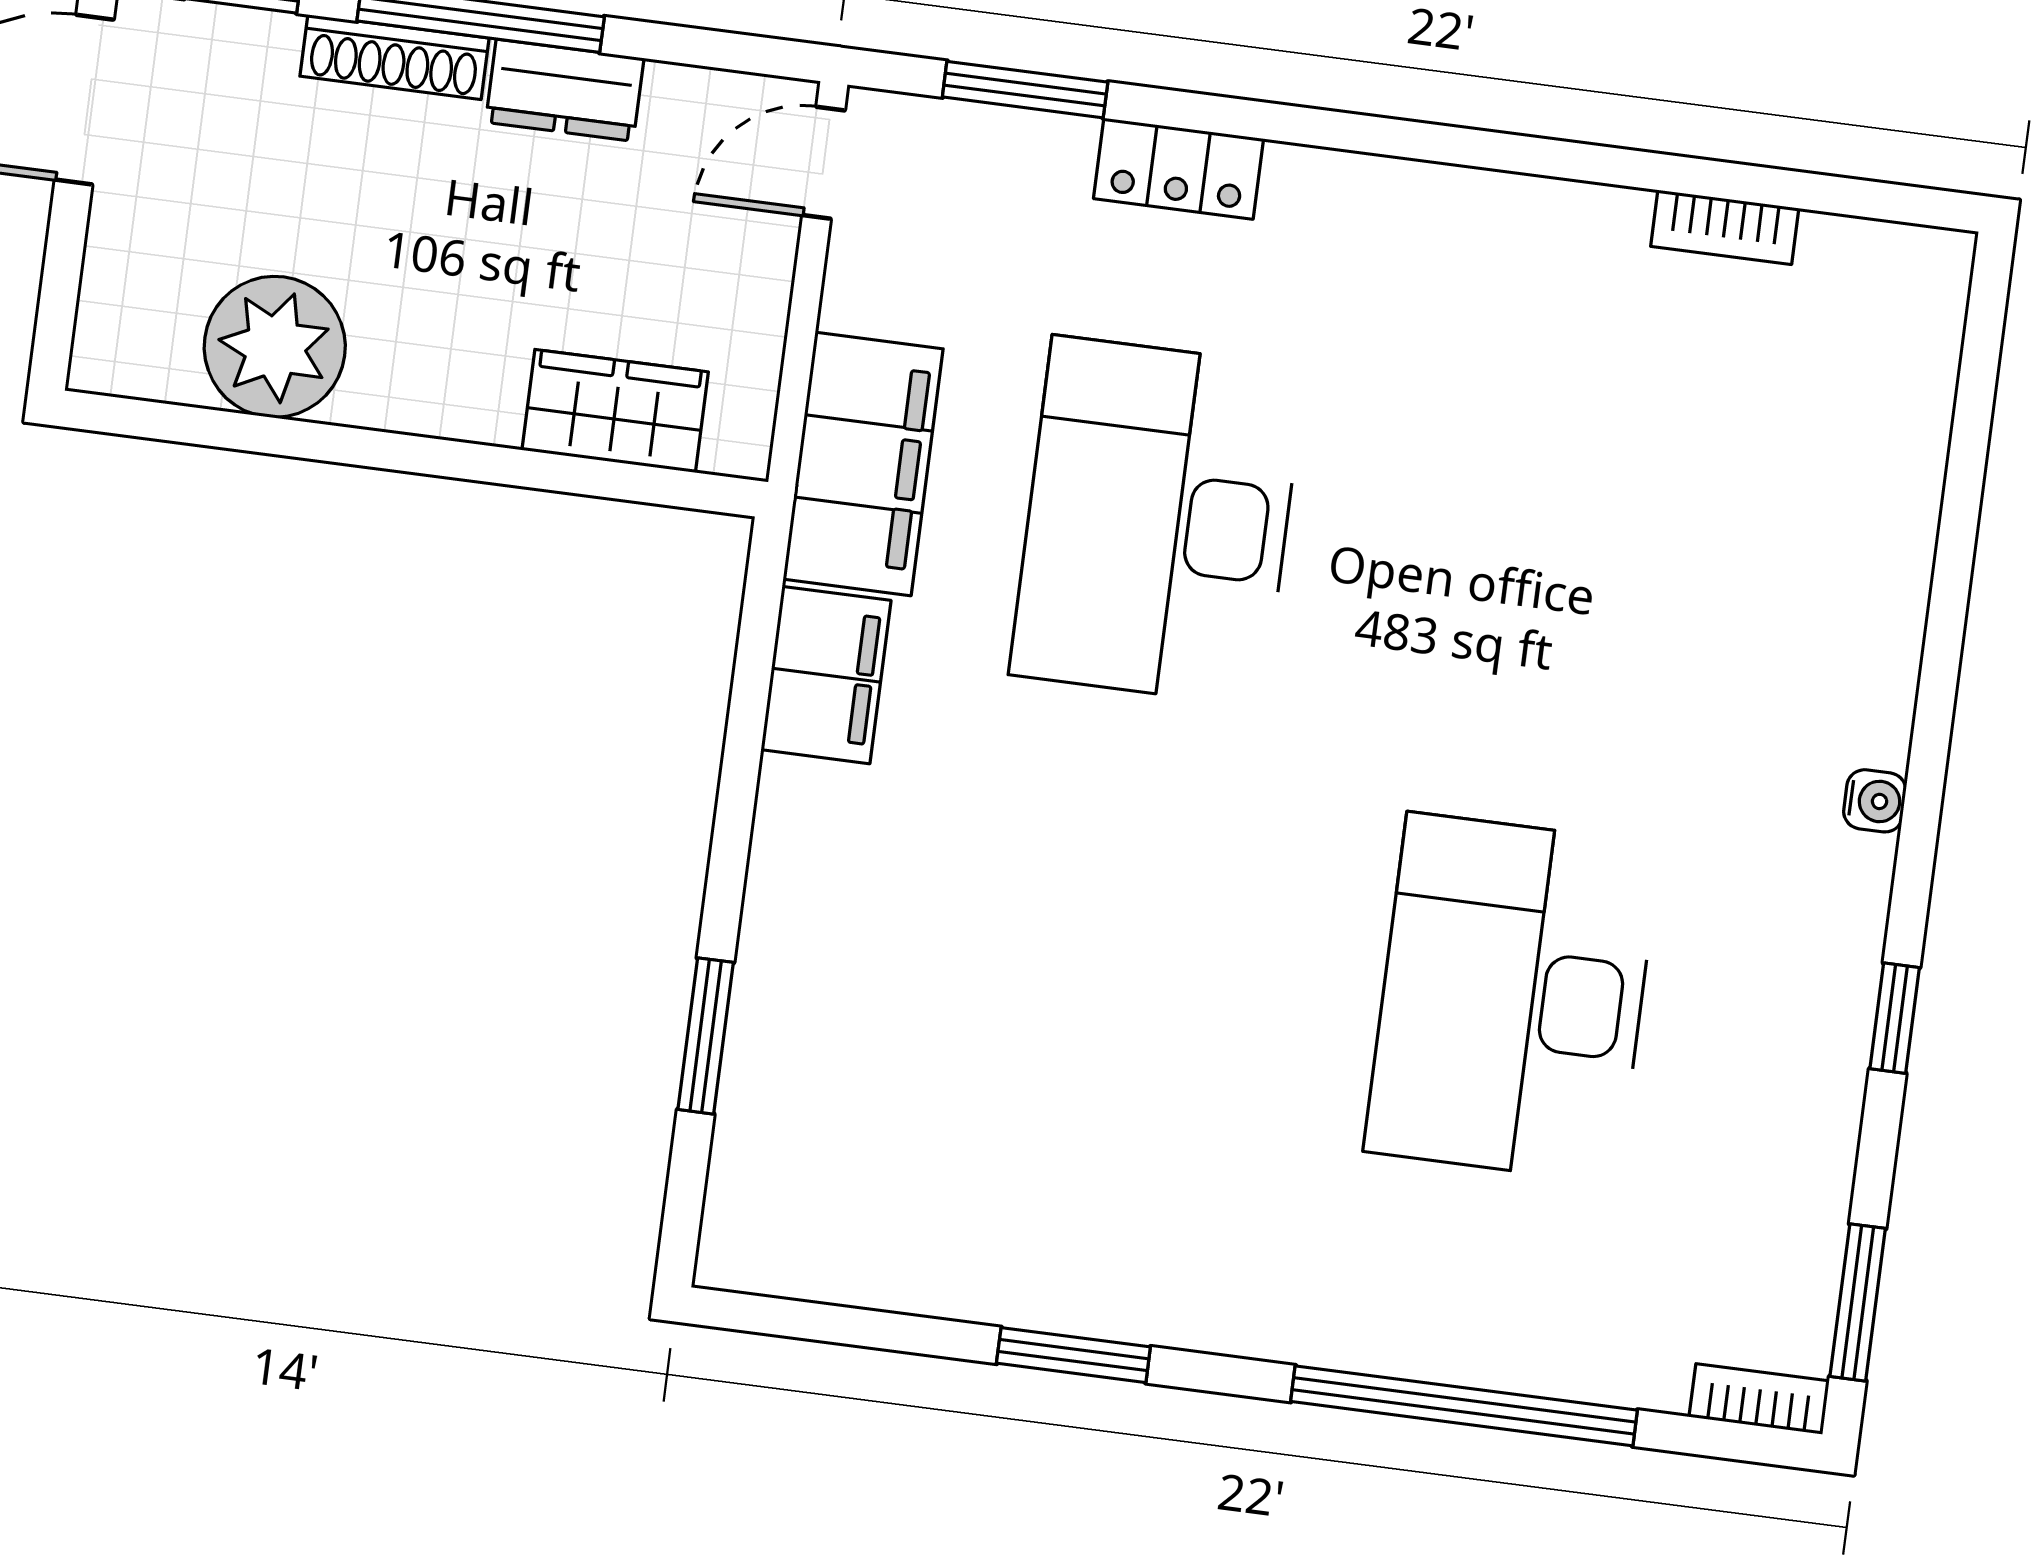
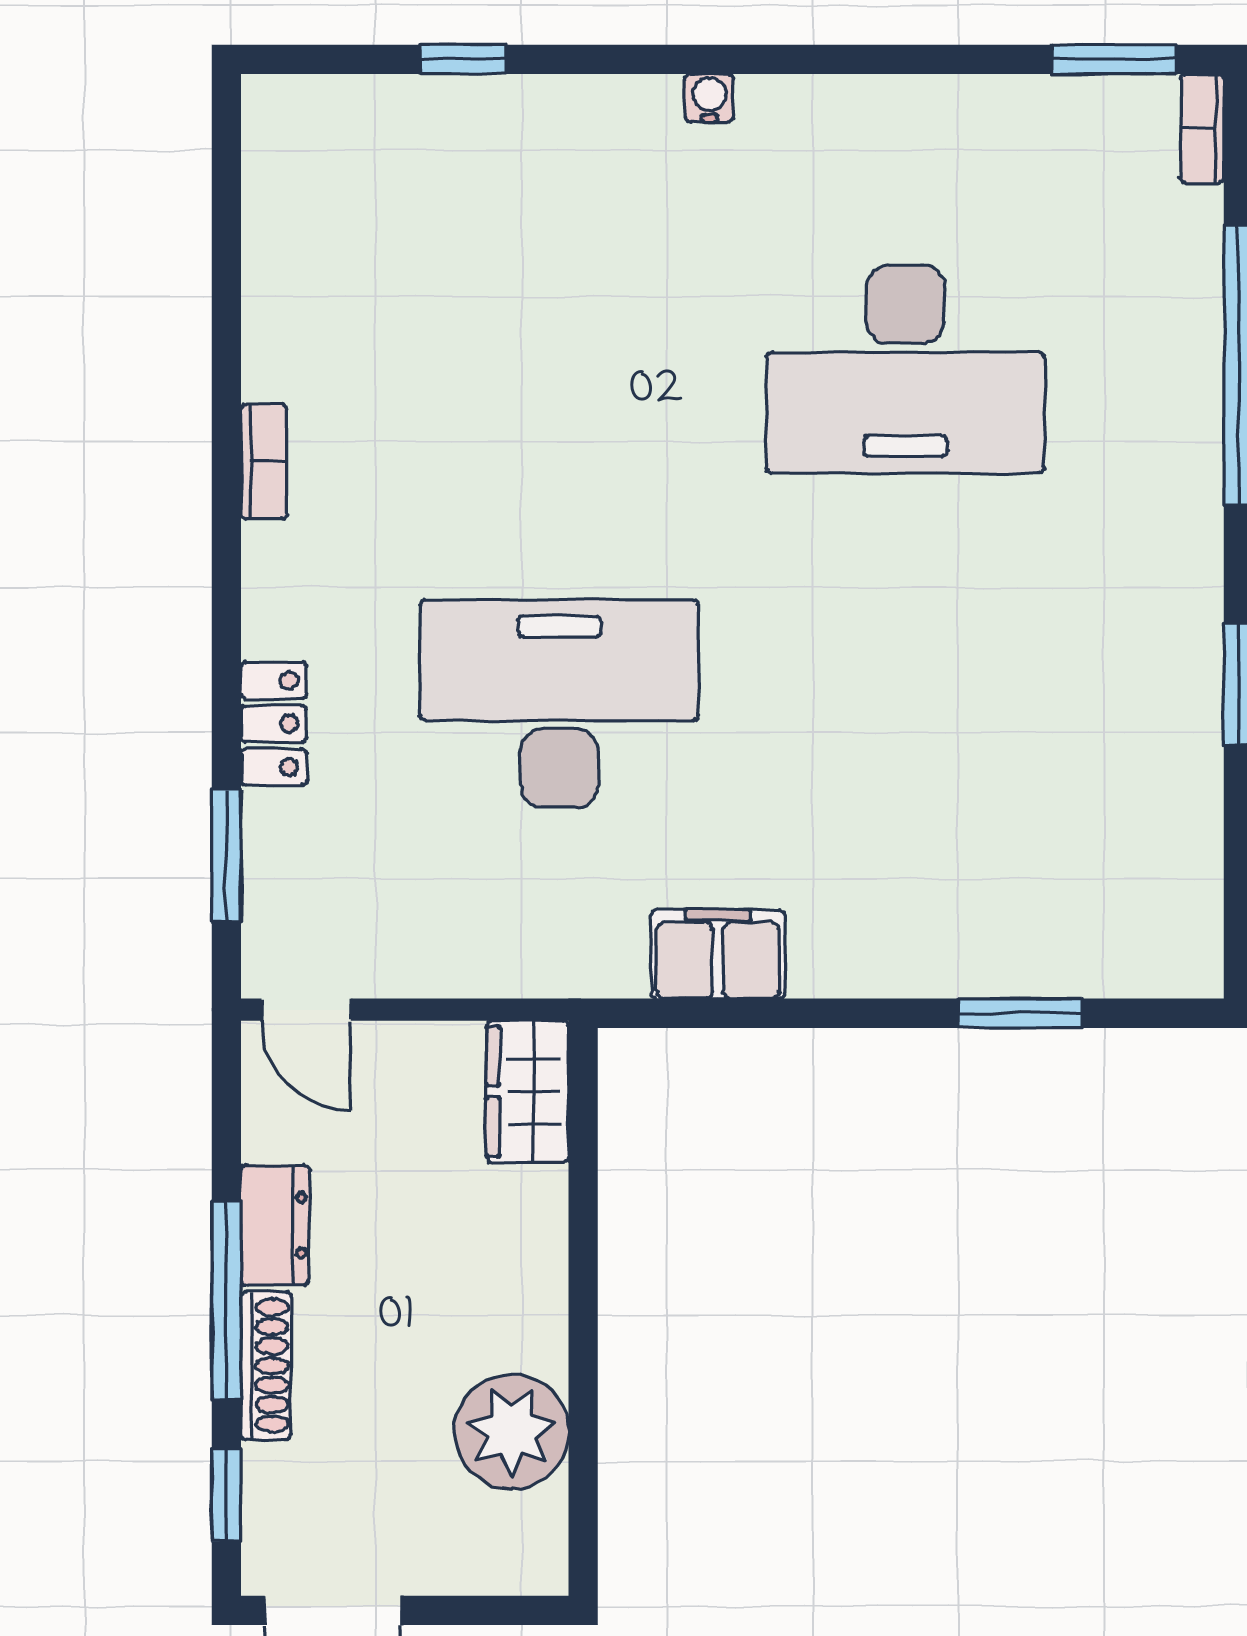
bookcase: (1725, 227) -> (264, 462), moved
wardrobe: (615, 411) -> (527, 1092), moved
filing cabinet: (863, 464) -> (544, 946), removed
desk: (1158, 521) -> (559, 704), turned 180
window: (1895, 1018) -> (463, 59), moved

